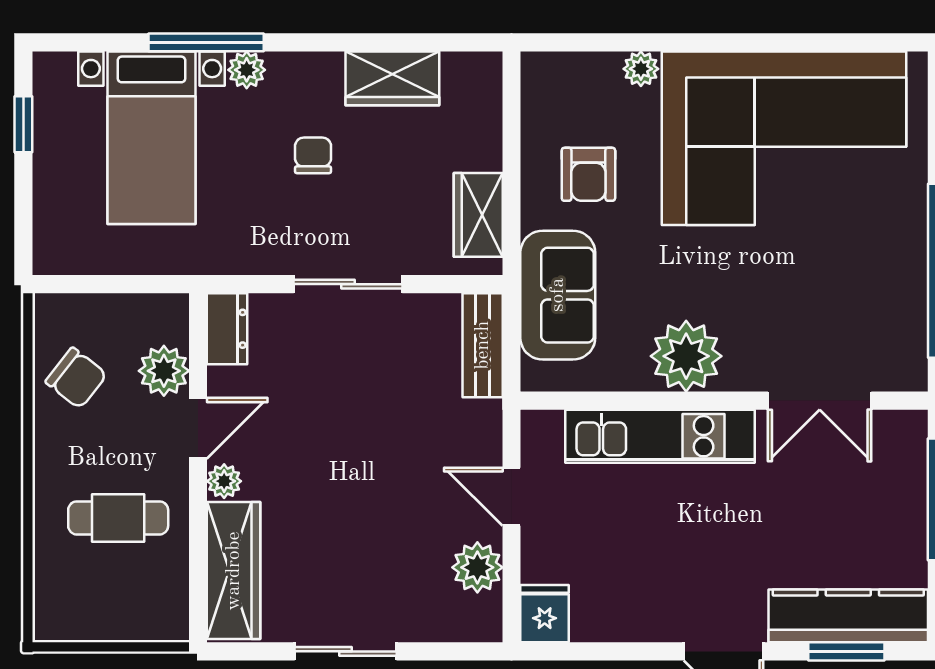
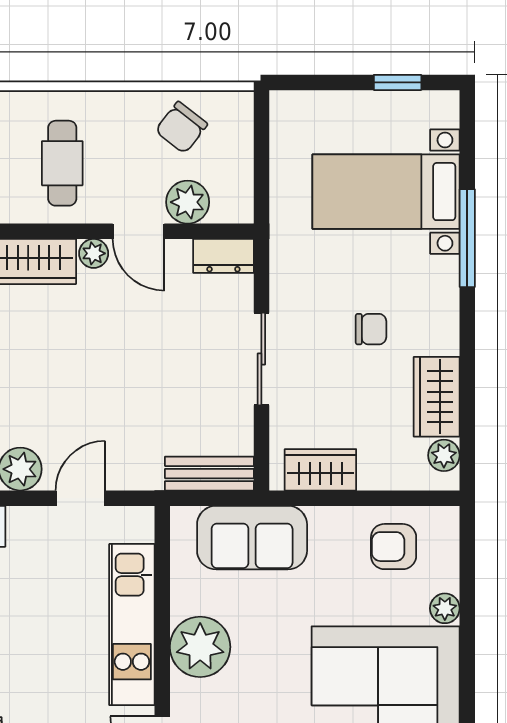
plant: (247, 70) -> (444, 455), moved
armchair: (588, 174) -> (394, 547), moved

